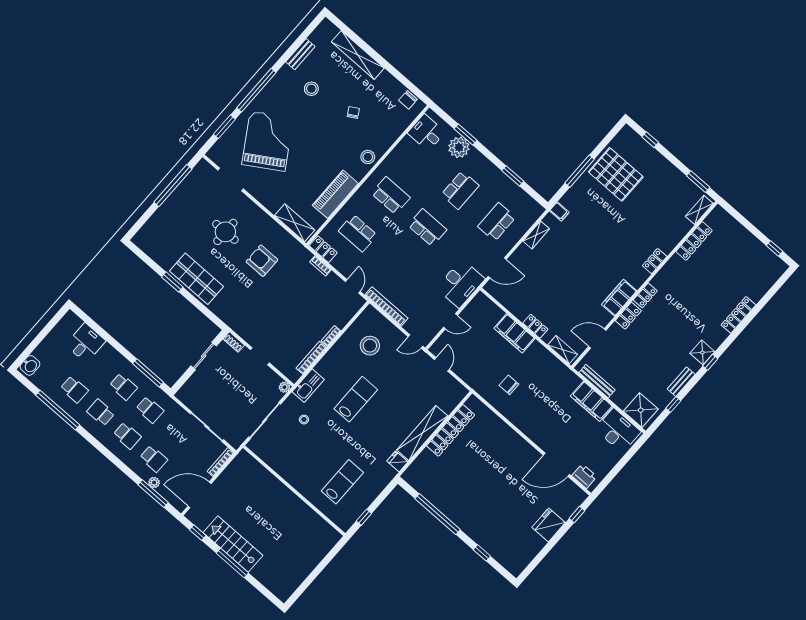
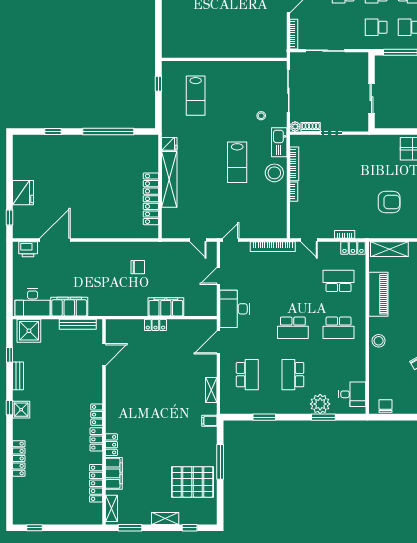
filing cabinet: (619, 298) -> (114, 473), moved
locker: (628, 316) -> (96, 439), moved
shoe rack: (234, 342) -> (311, 127), moved
stool: (370, 346) -> (274, 173), moved
shelving: (563, 350) -> (165, 519), moved

